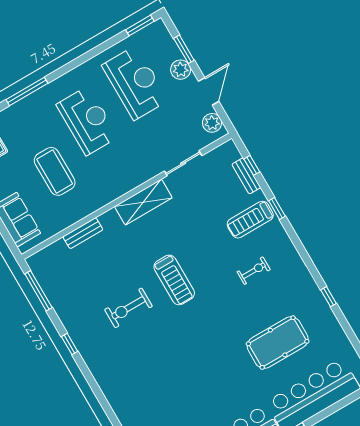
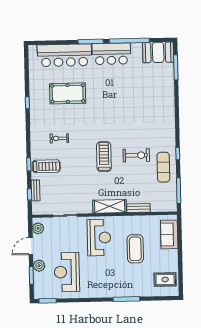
reception desk: (87, 121) -> (99, 238), moved, turned 180
shelving: (143, 202) -> (110, 206), moved
exercise mat: (80, 313) -> (163, 167), added

